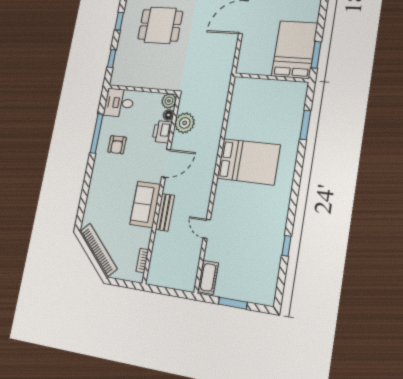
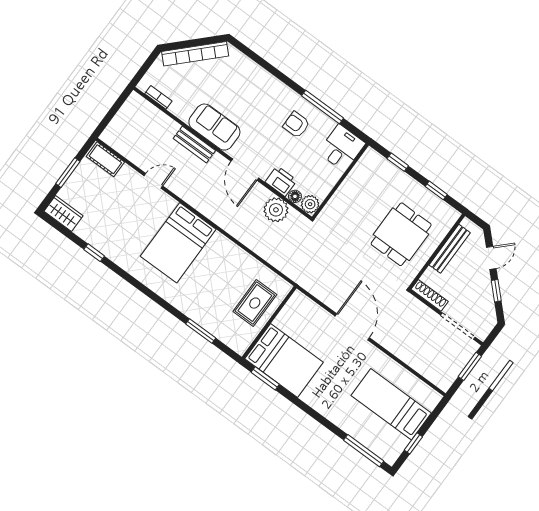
rug: (262, 97) -> (255, 303), added
bed: (249, 162) -> (178, 243), moved
wardrobe: (267, 289) -> (63, 213), added

